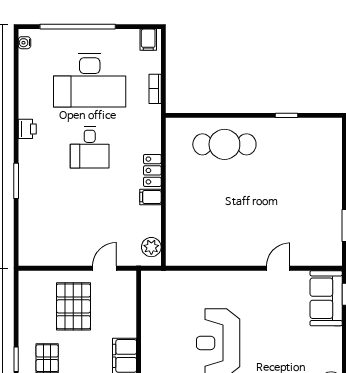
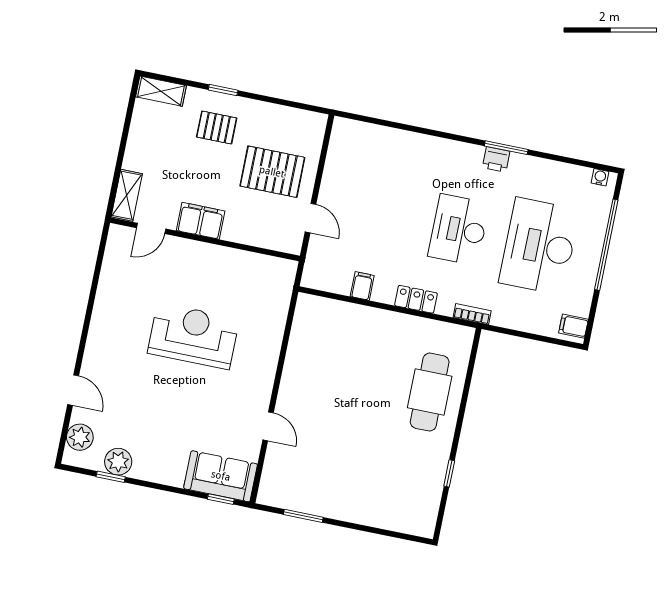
bookcase: (155, 89) -> (472, 314), moved
desk: (90, 147) -> (459, 230), width x1.37
window: (16, 181) -> (506, 148), moved
filing cabinet: (150, 197) -> (362, 286), moved
plant: (151, 247) -> (324, 279), removed

